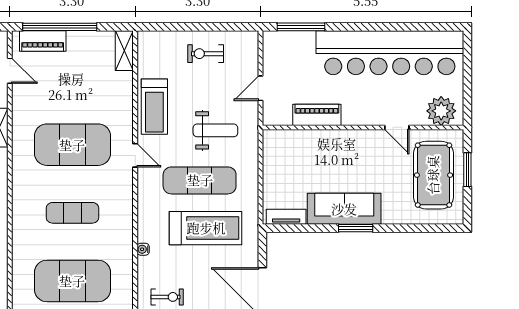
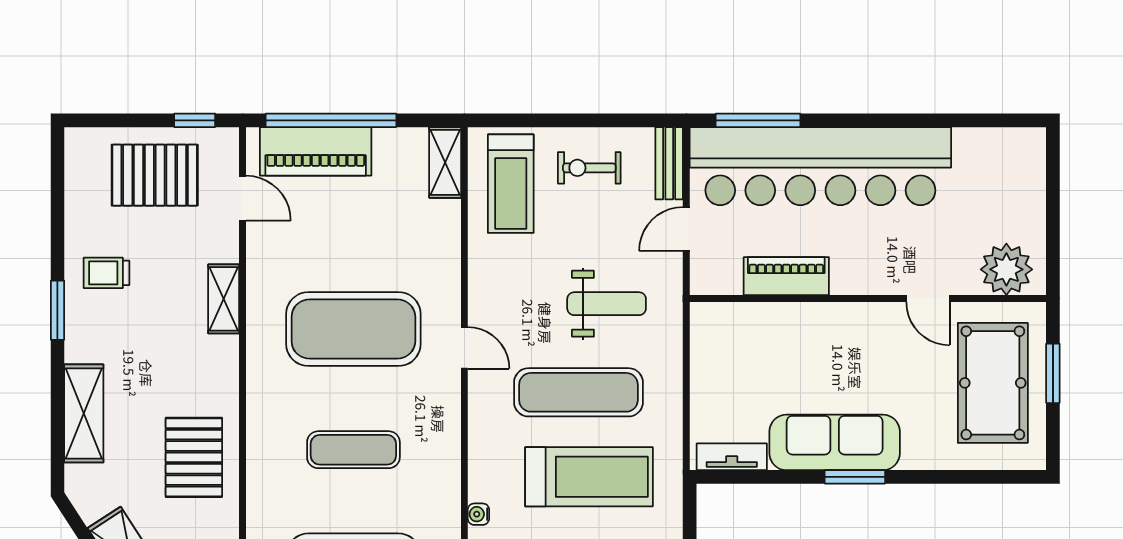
piano: (43, 41) -> (316, 151), width x1.37, depth x1.33
bench: (251, 51) -> (669, 163), added
bar counter: (390, 53) -> (820, 166), moved
treadmill: (154, 107) -> (511, 184), moved

